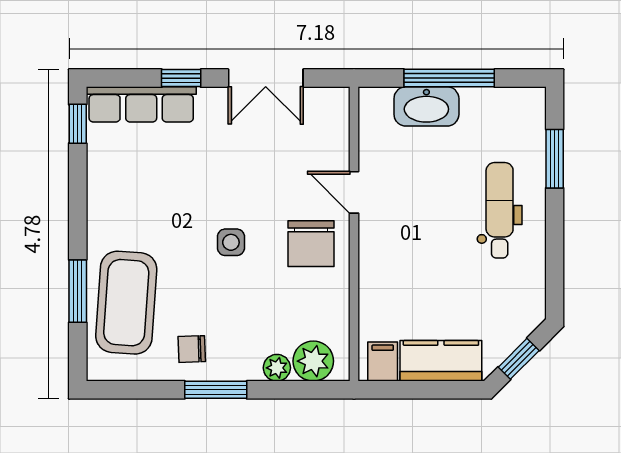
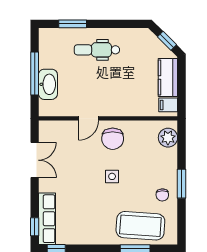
window: (181, 78) -> (35, 227), moved
chair: (311, 244) -> (113, 139), turned 90
plant: (277, 368) -> (171, 155), removed

